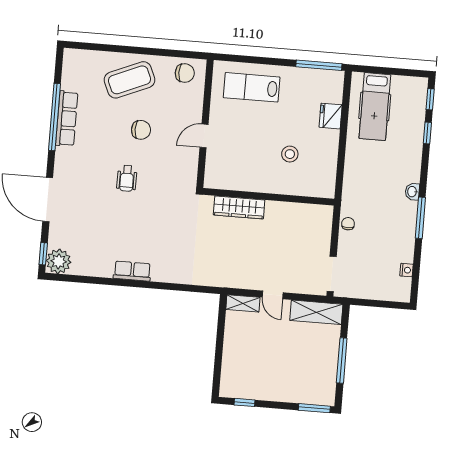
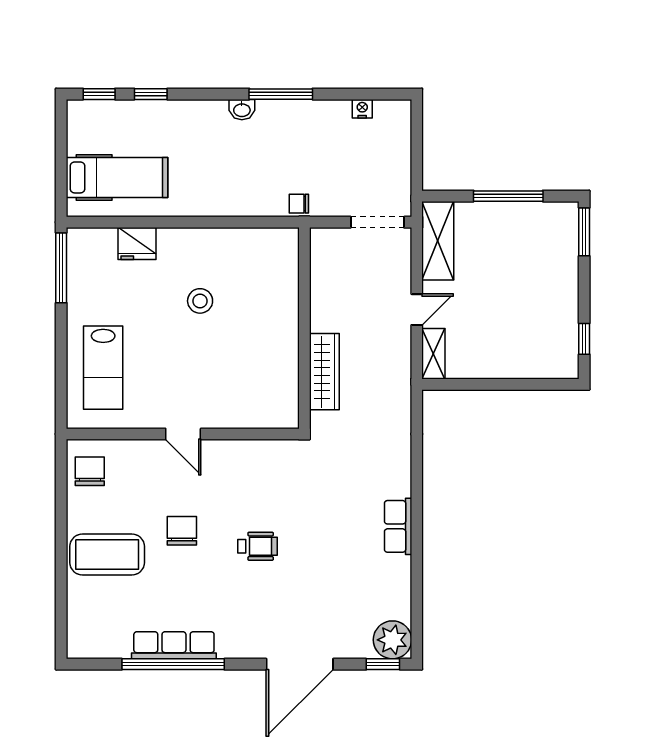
coffee table: (129, 80) -> (107, 554), turned -67
wall: (268, 197) -> (304, 328), moved
wardrobe: (239, 207) -> (324, 372), moved

